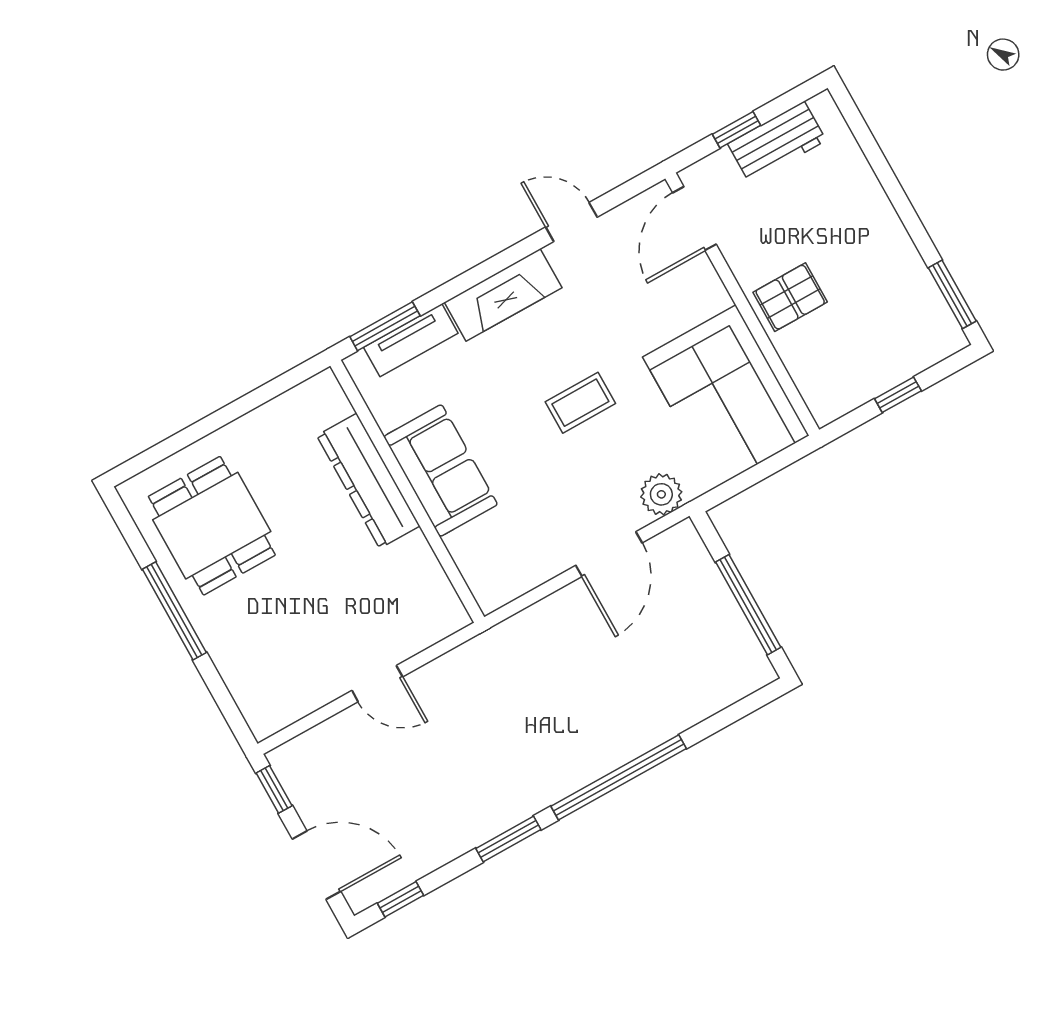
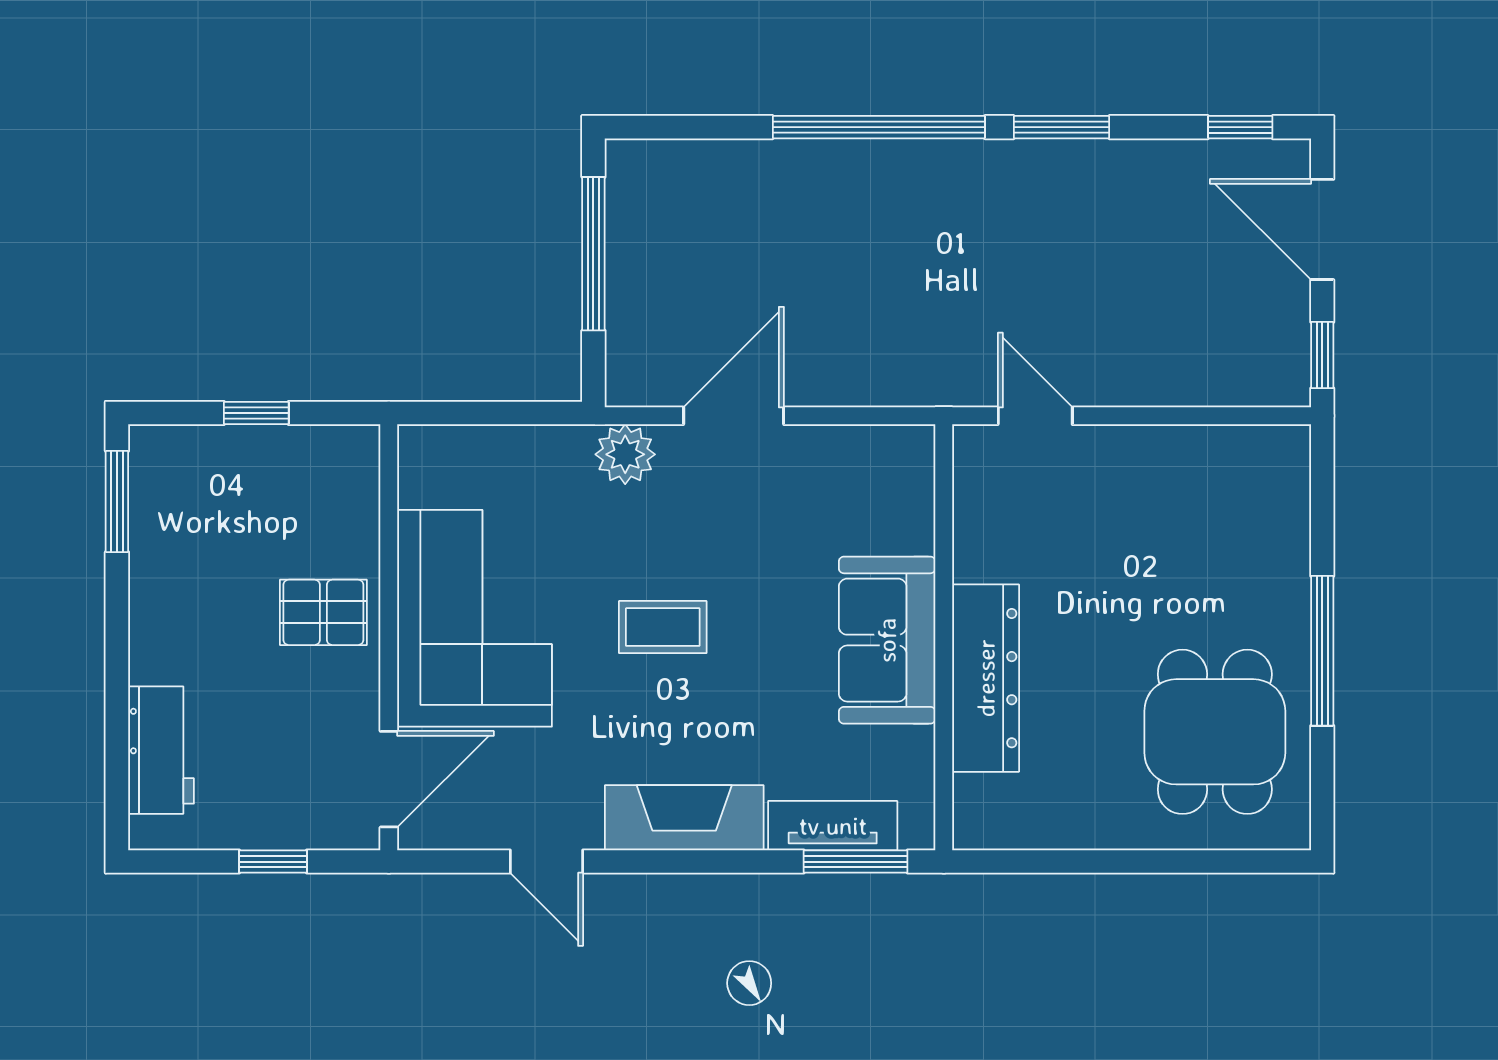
workbench: (777, 142) -> (161, 750), moved, turned 90
corner sofa: (726, 396) -> (475, 618), moved
door: (377, 684) -> (1035, 416), moved

